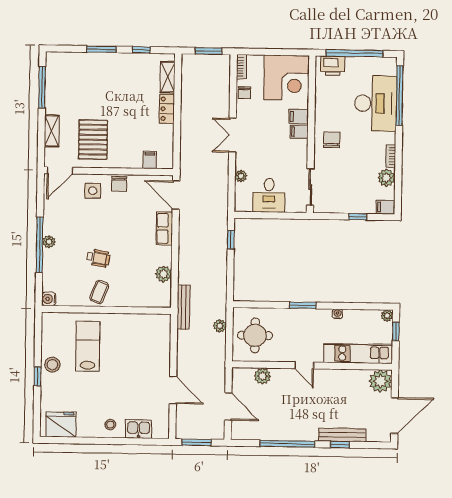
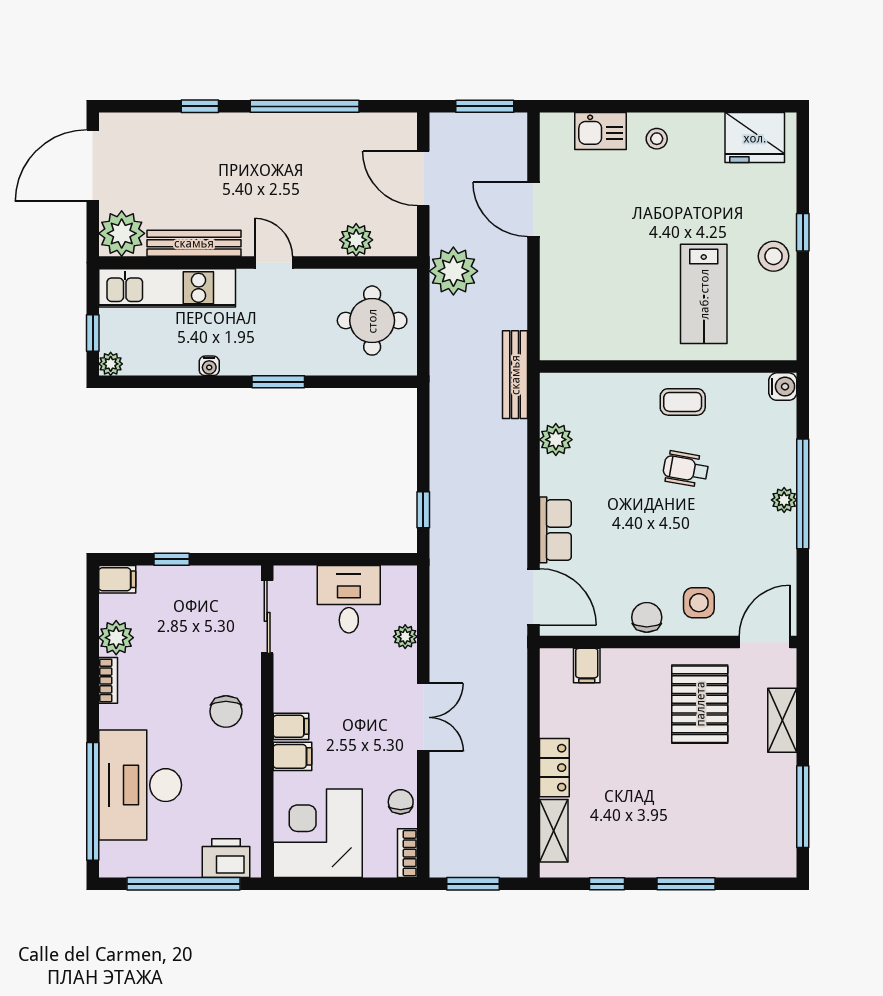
coffee table: (99, 292) -> (683, 402), turned 69
plant: (220, 326) -> (453, 271), moved, width x1.87, depth x1.87
bench: (342, 435) -> (194, 243), moved

